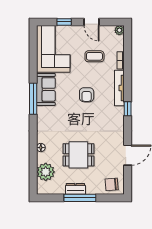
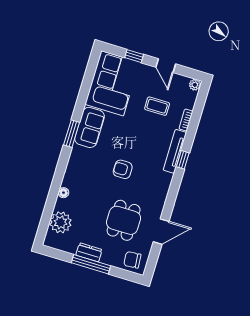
armchair: (87, 95) -> (123, 169), moved, turned 90
window: (33, 99) -> (72, 134), width x0.69
window: (128, 109) -> (183, 160), moved
dining table: (78, 155) -> (124, 220), moved, turned 90

